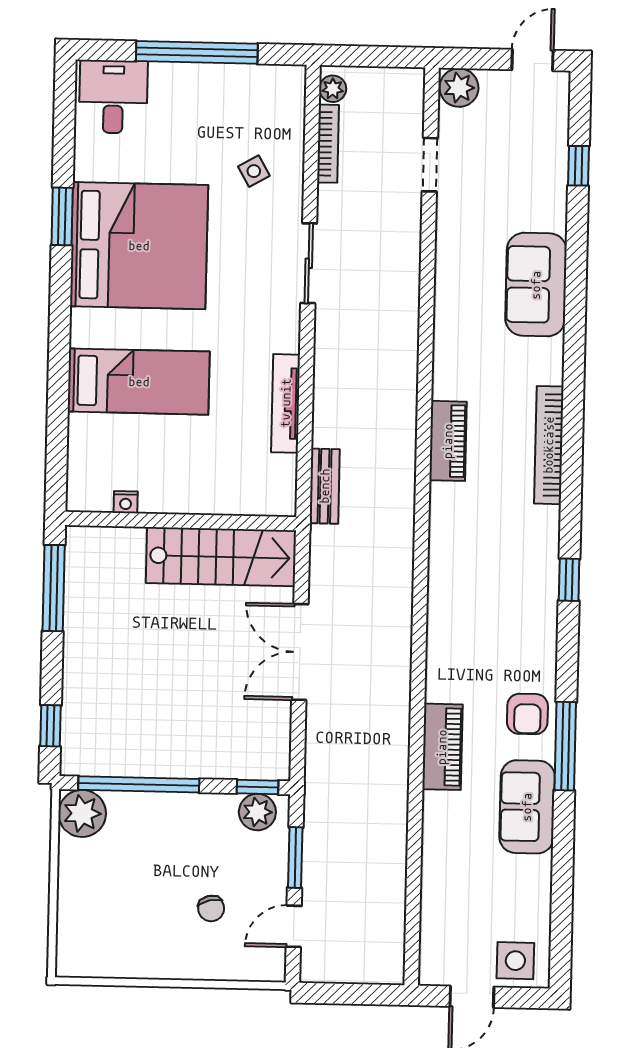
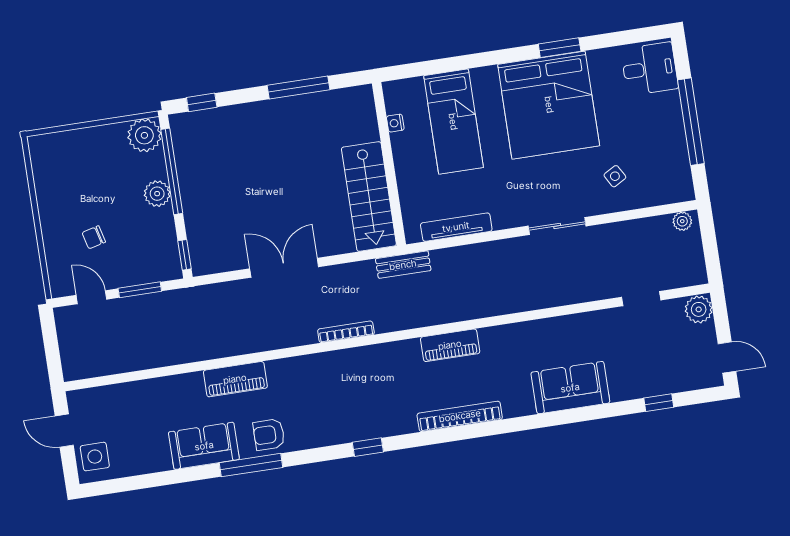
bookcase: (328, 144) -> (346, 332), moved, turned 180
nightstand: (126, 502) -> (395, 123), moved
wall: (181, 521) -> (389, 164), moved
stairs: (221, 557) -> (369, 196), moved
plant: (257, 812) -> (157, 194), moved

